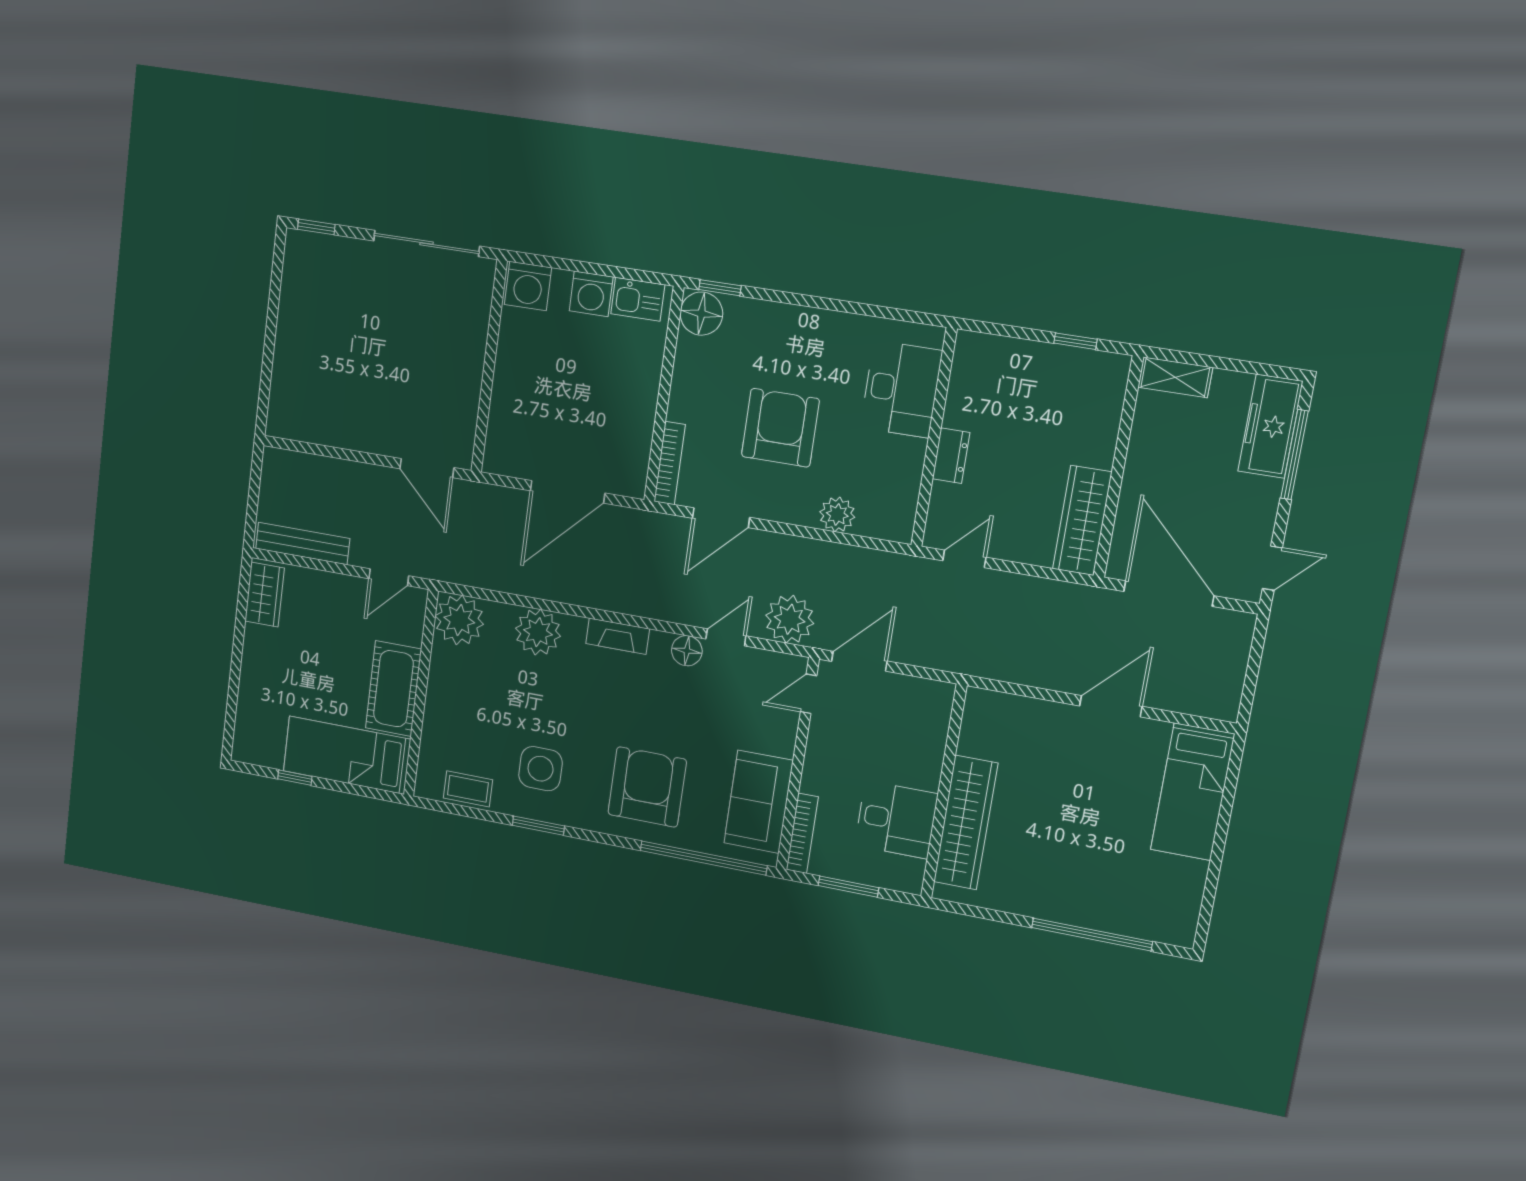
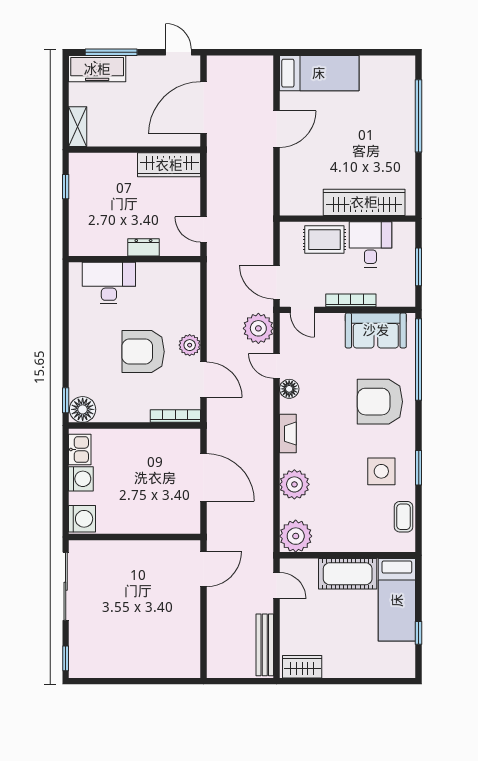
plant: (837, 515) -> (190, 345), moved
door: (1111, 706) -> (277, 129), swing flipped
rug: (916, 749) -> (324, 240), added
bookcase: (802, 833) -> (351, 300), moved

